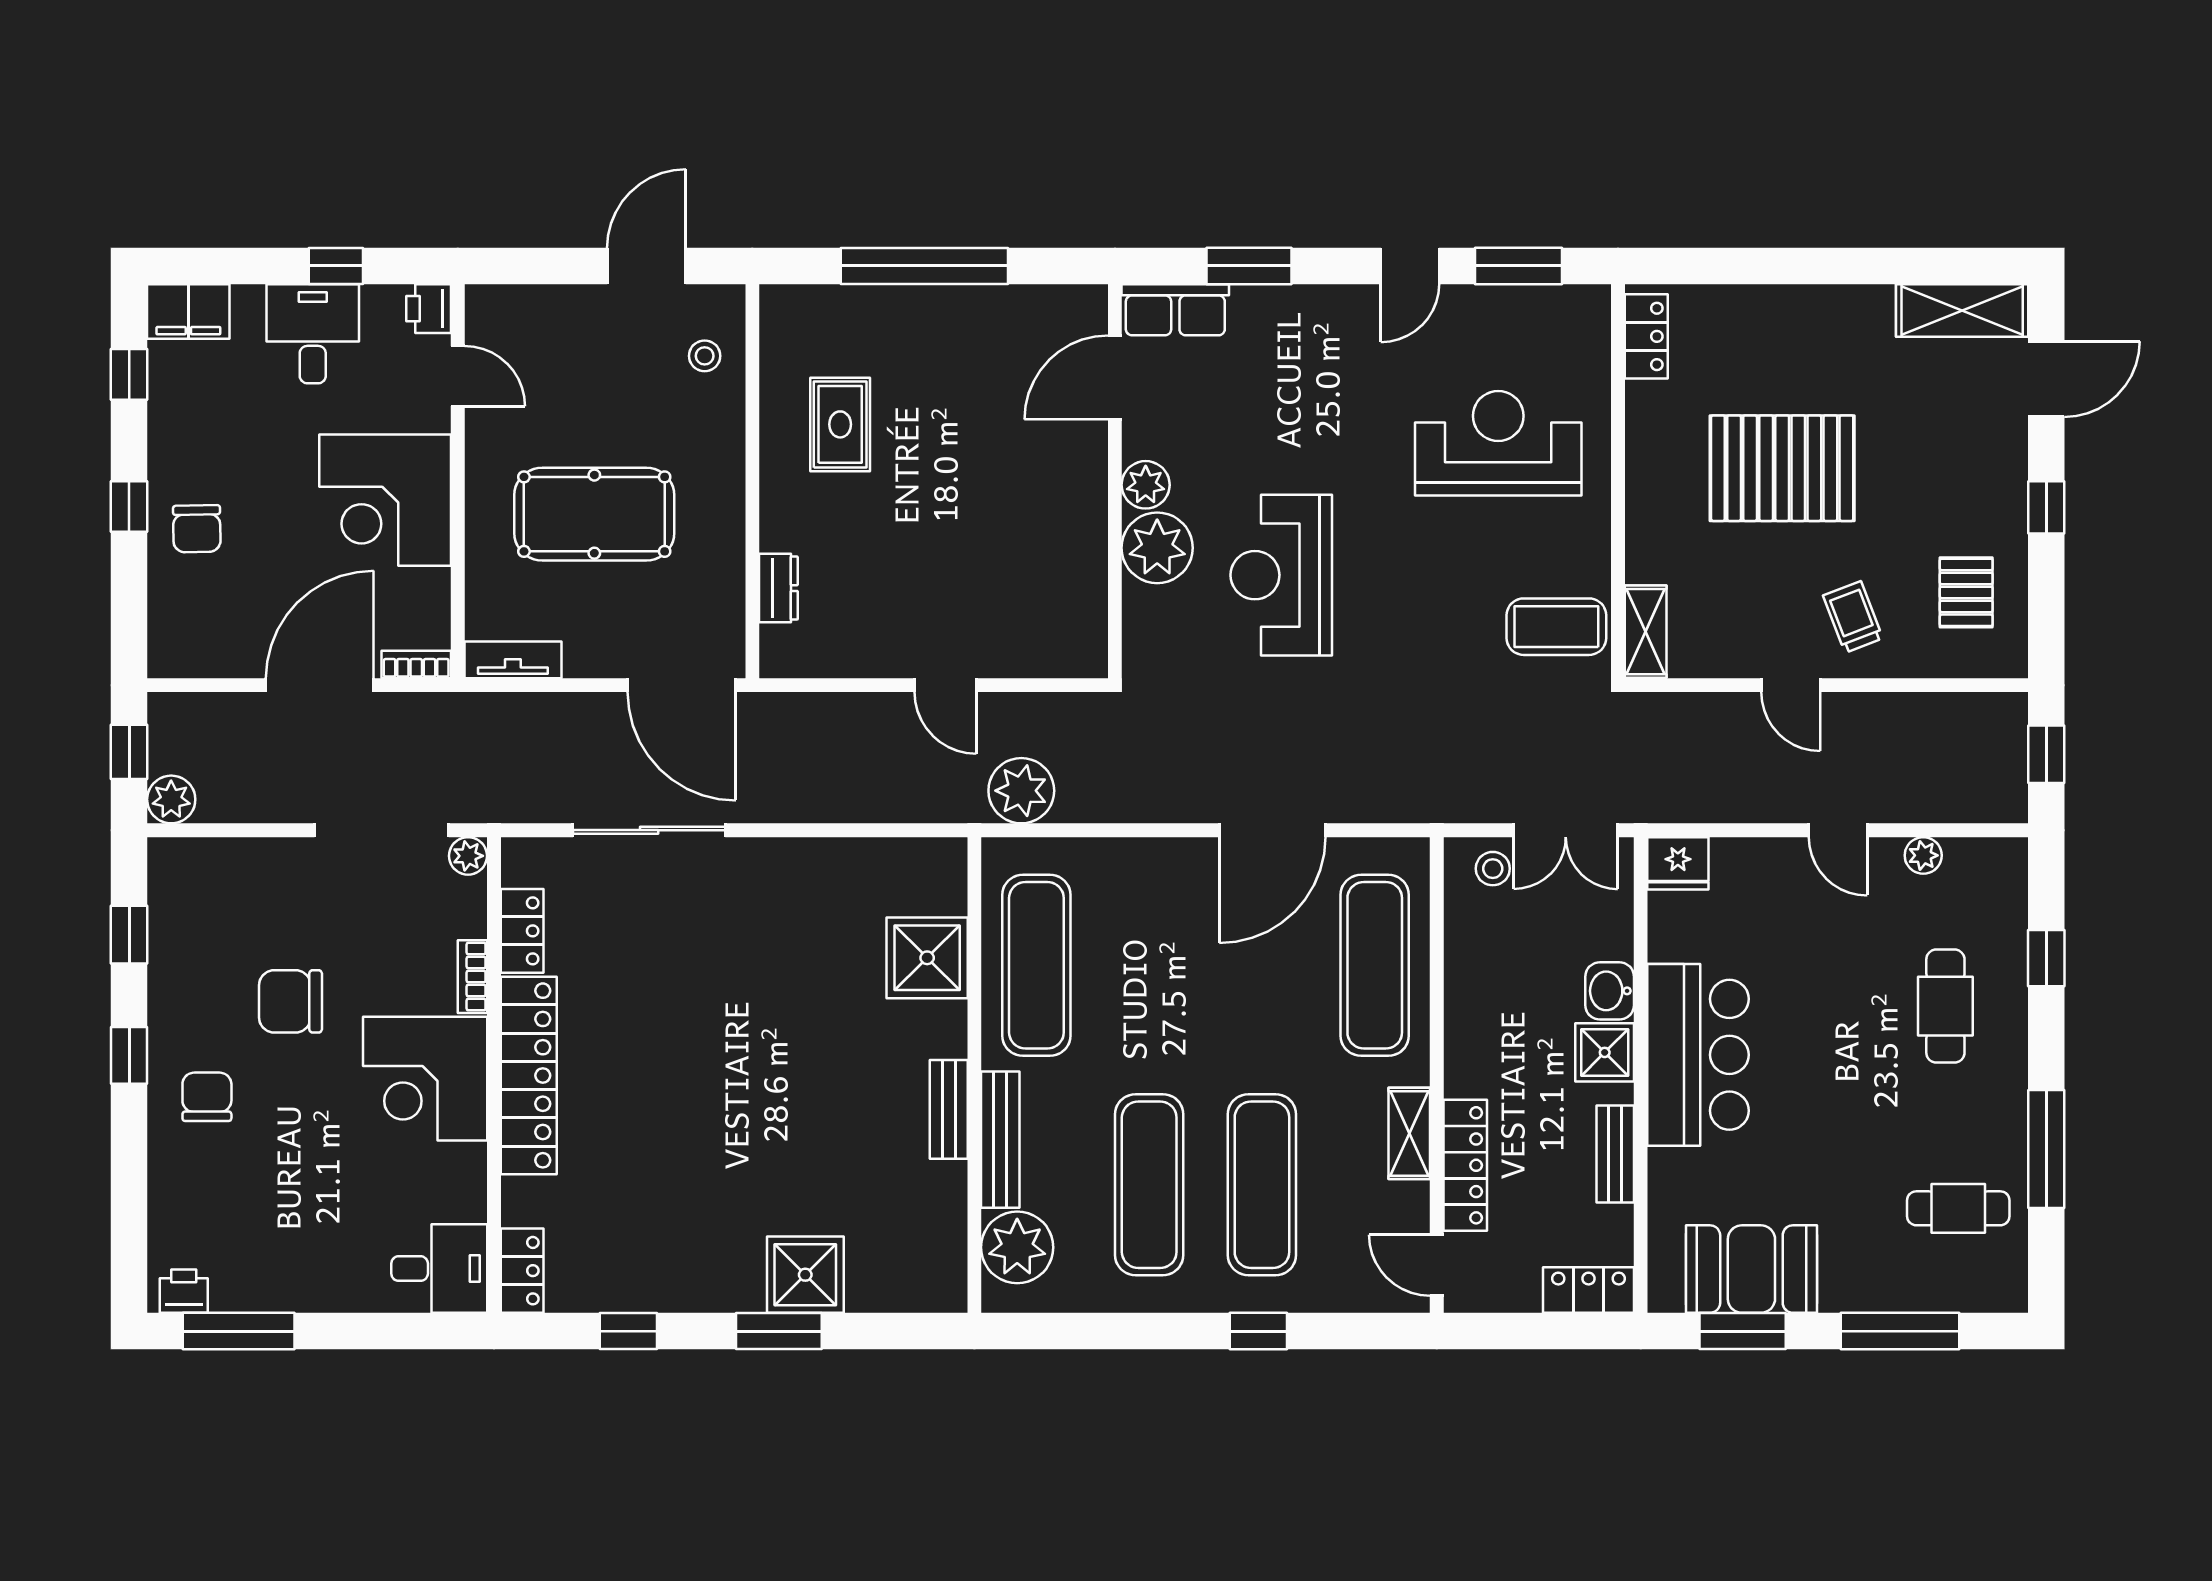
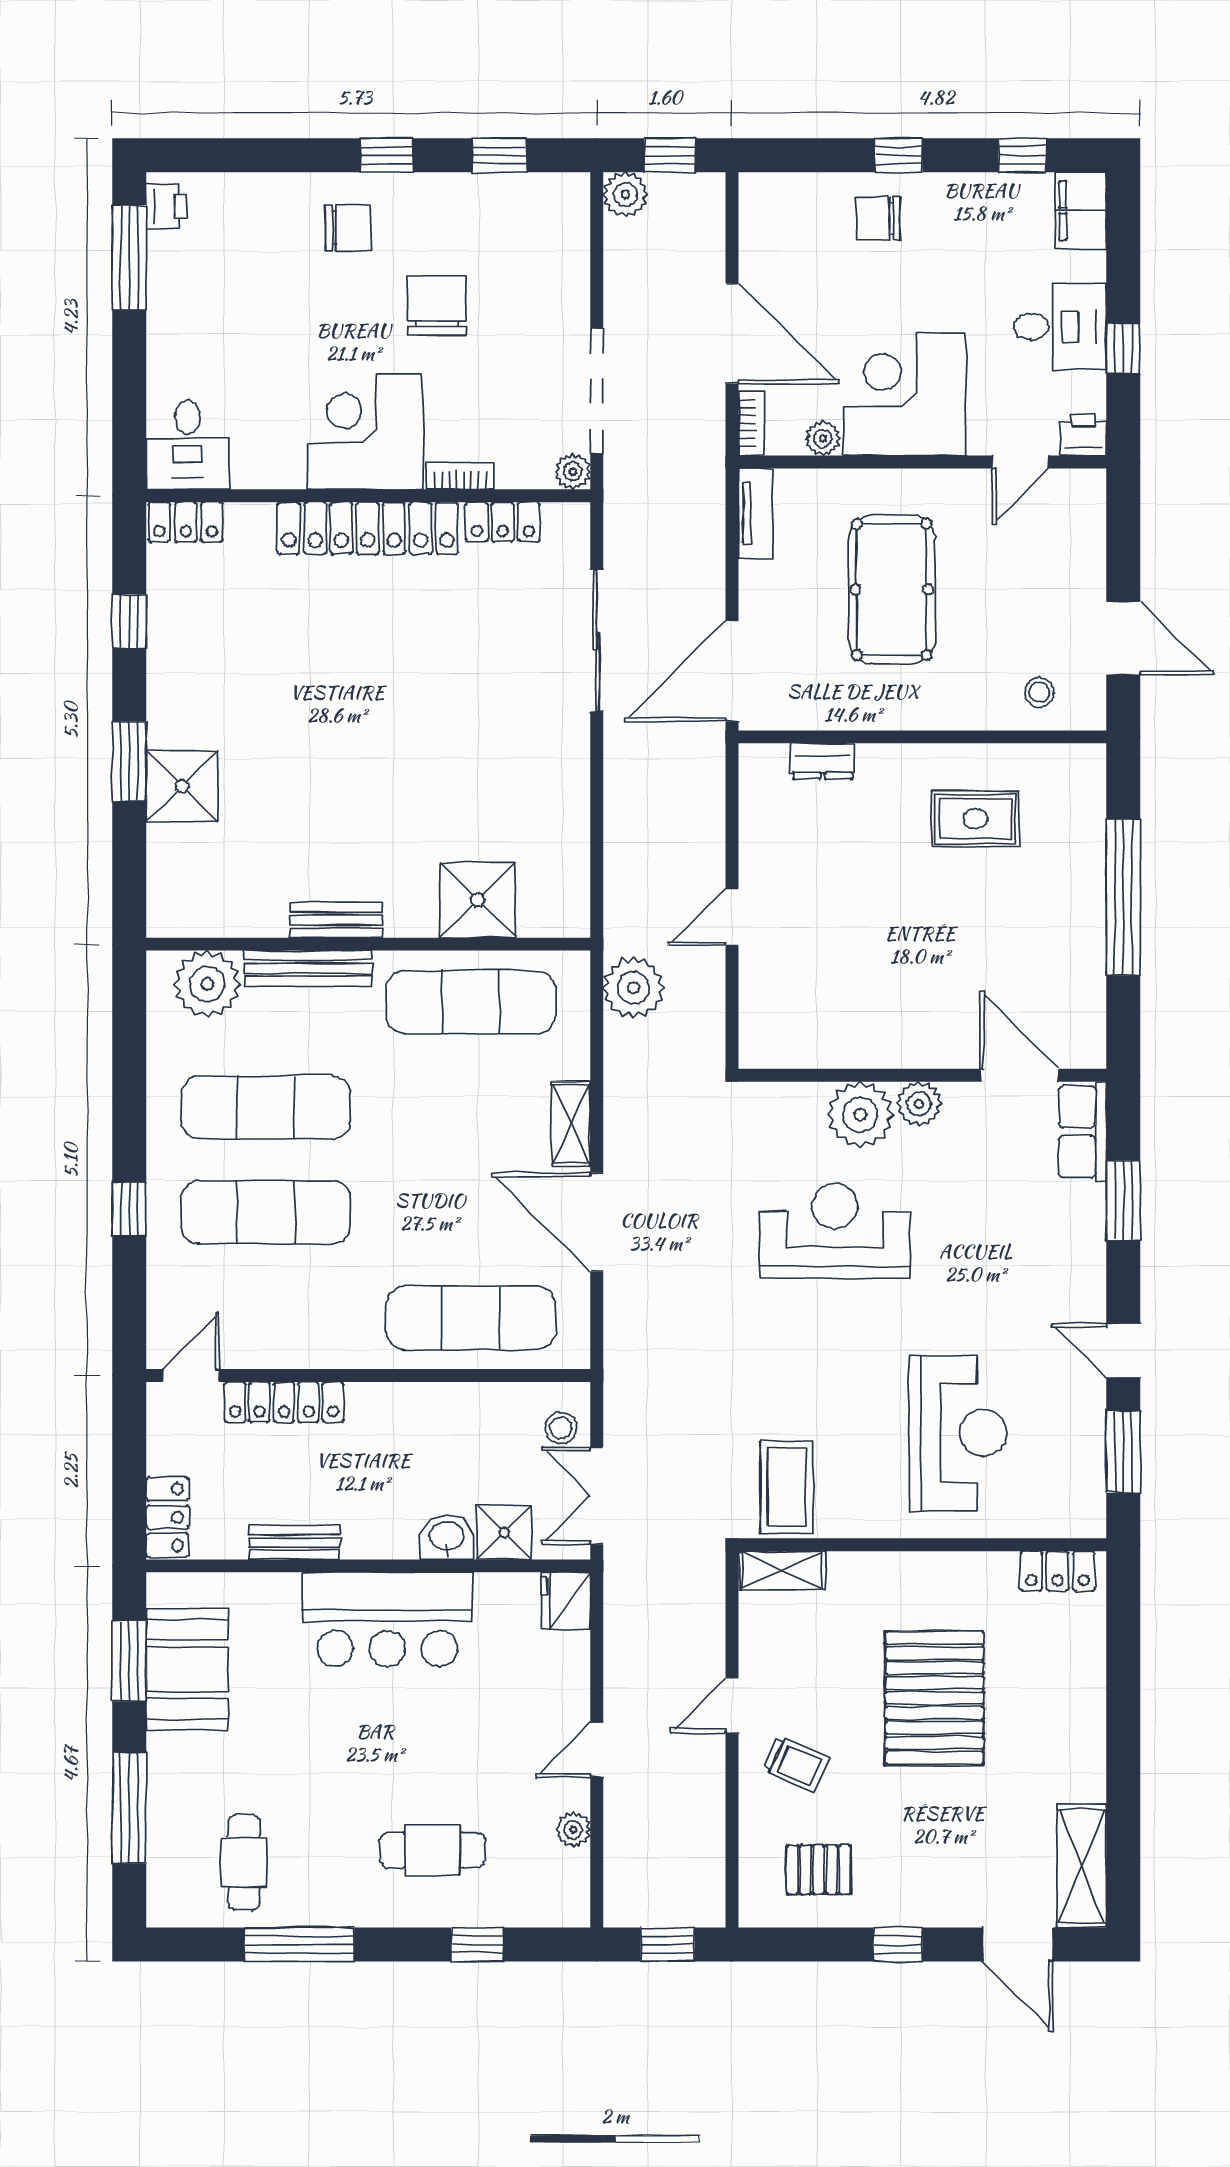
plant: (433, 588) -> (823, 438), added
trolley: (1853, 617) -> (796, 1764), turned 44
shower: (1605, 1052) -> (504, 1532), moved
shelving: (1409, 1133) -> (571, 1124), moved, turned 90

